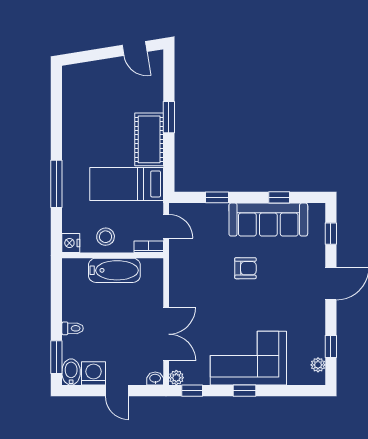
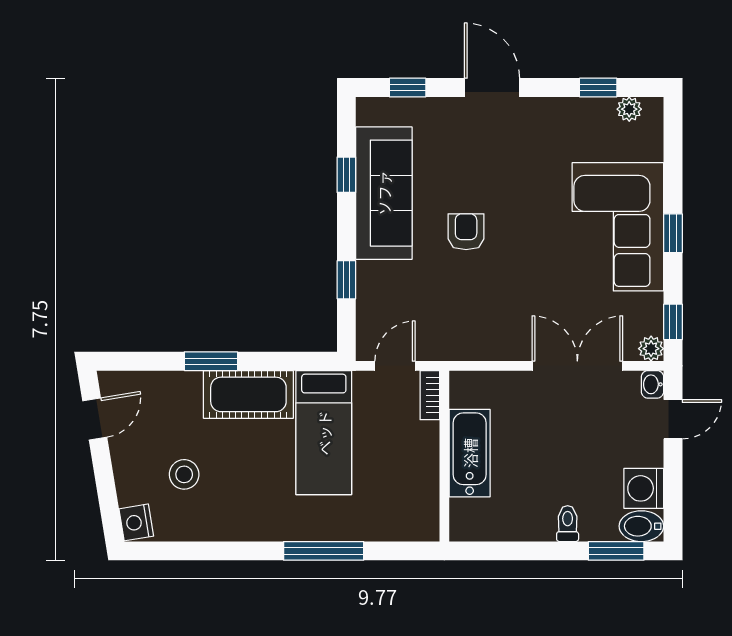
stool: (106, 237) -> (184, 474), moved
nightstand: (71, 243) -> (136, 522), moved, turned 81
door: (117, 391) -> (673, 419), moved

